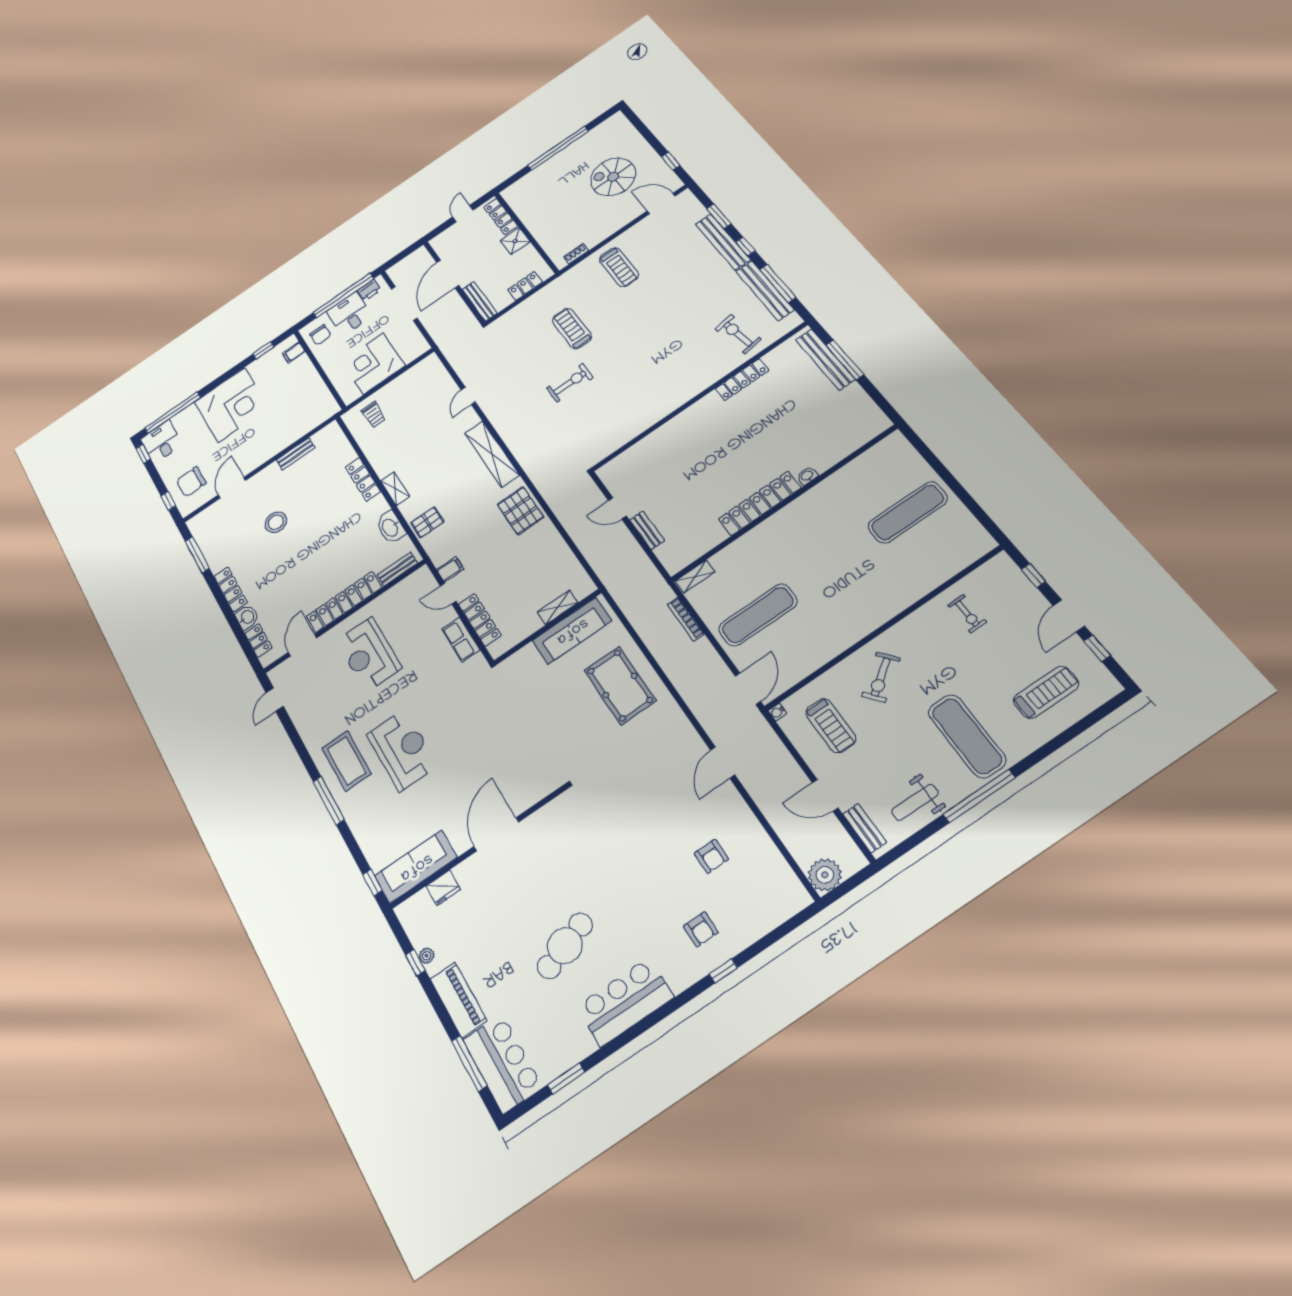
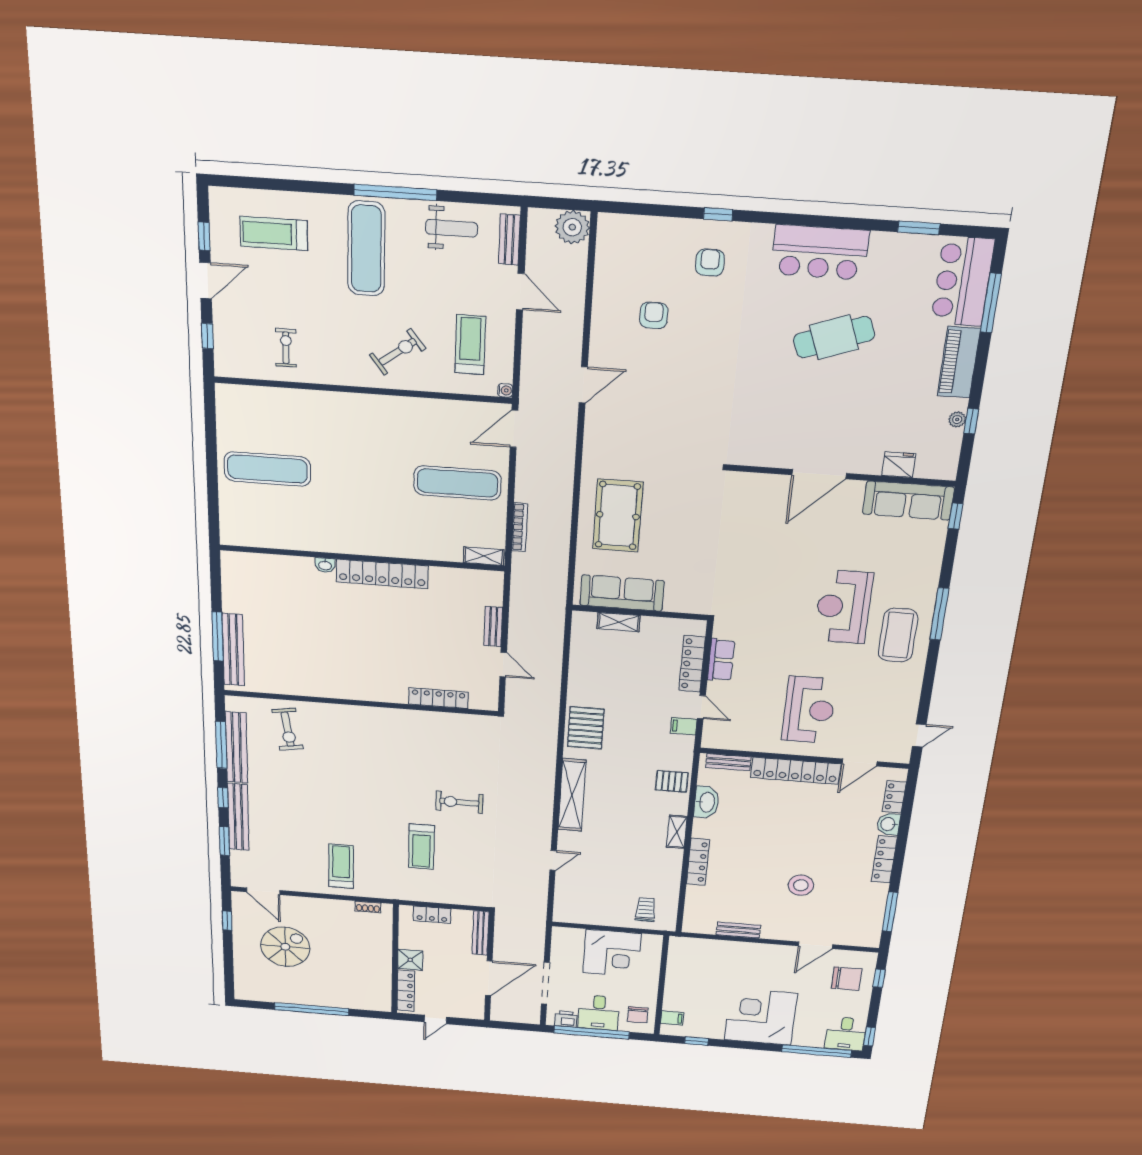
spiral stairs: (613, 177) -> (285, 947), turned -90
chair: (320, 335) -> (638, 1015), turned 180
locker: (742, 380) -> (438, 698), moved

